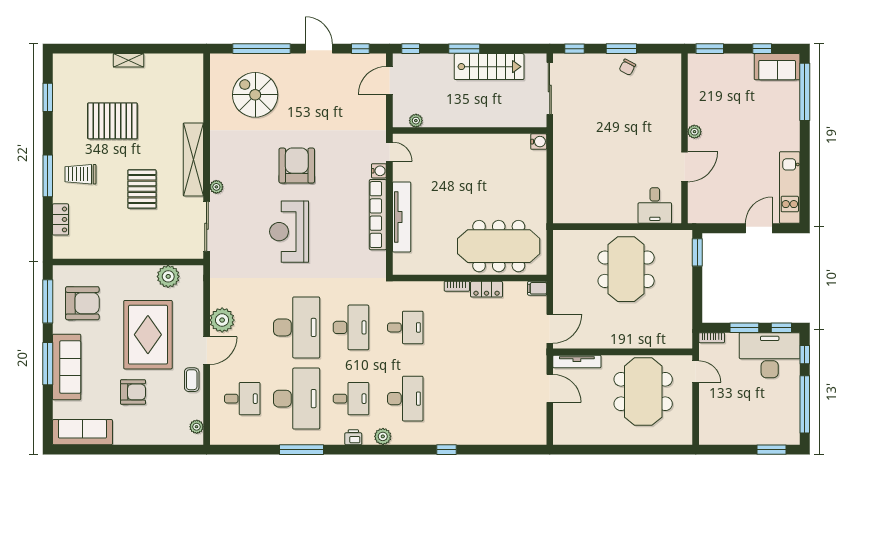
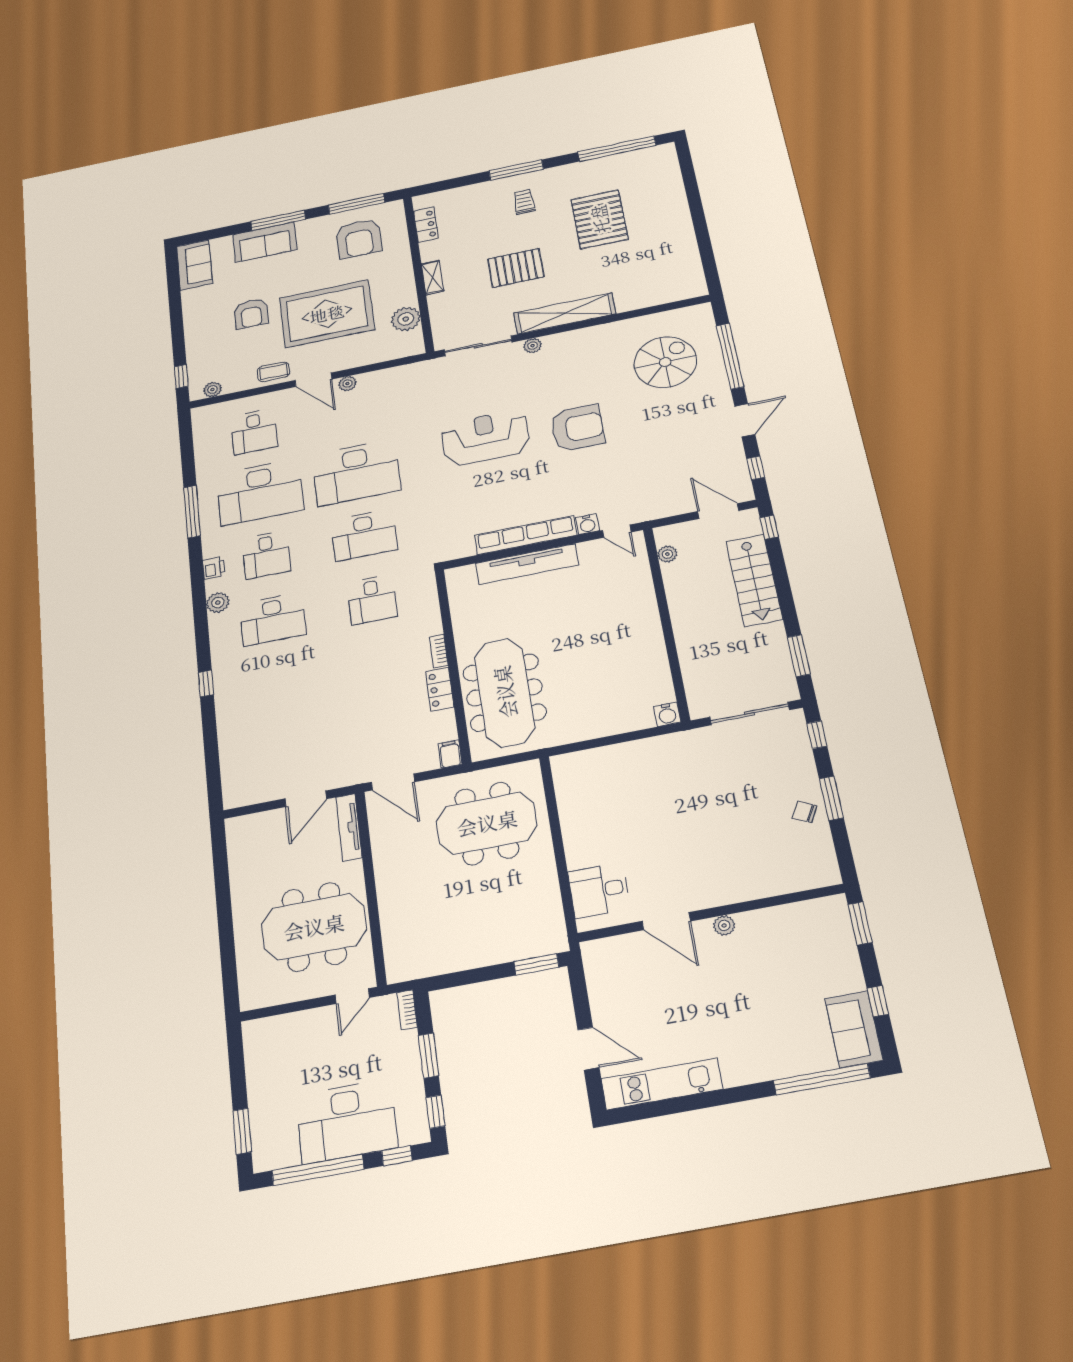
window: (464, 49) -> (799, 656), moved
shelving: (129, 60) -> (432, 277), moved
stairs: (489, 67) -> (754, 580), moved
window: (48, 97) -> (617, 149), width x2.11
door: (389, 152) -> (617, 531), hinge flipped
trolley: (80, 174) -> (524, 202), width x0.73, depth x0.72
locker: (61, 219) -> (426, 225), moved, turned -90
meeting table: (626, 269) -> (487, 823), moved
plant: (222, 320) -> (347, 384), width x0.53, depth x0.53
desk: (770, 355) -> (347, 1121), moved, turned 90
sofa: (67, 367) -> (265, 242), width x0.73
sofa: (82, 432) -> (194, 265), width x0.73
window: (178, 450) -> (181, 377), added

